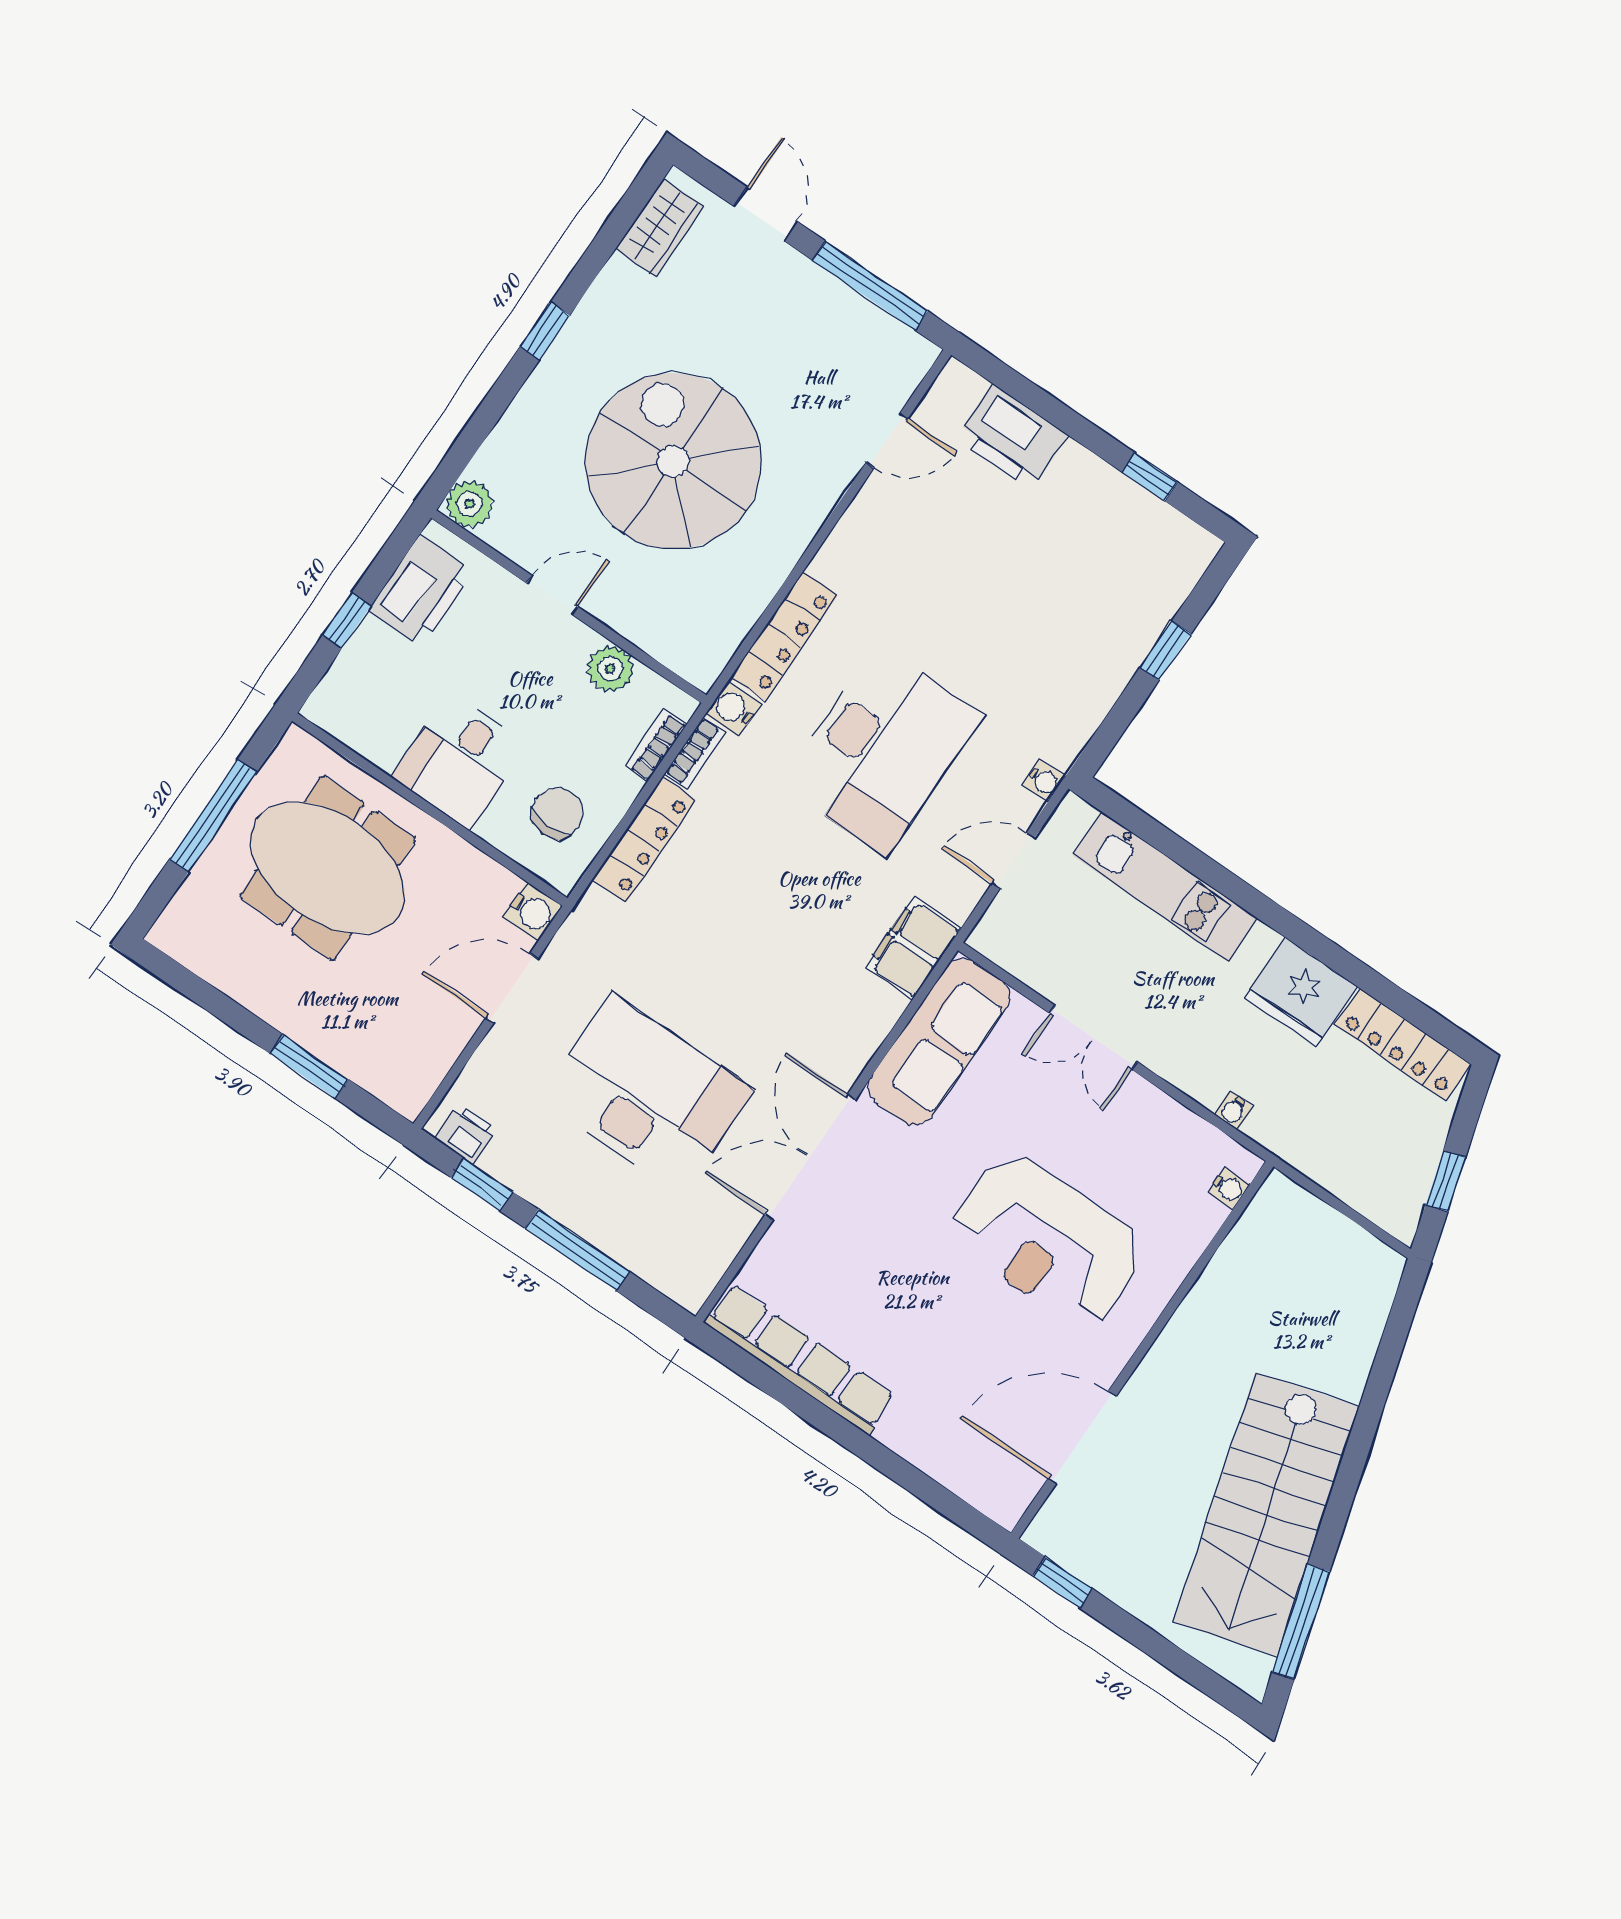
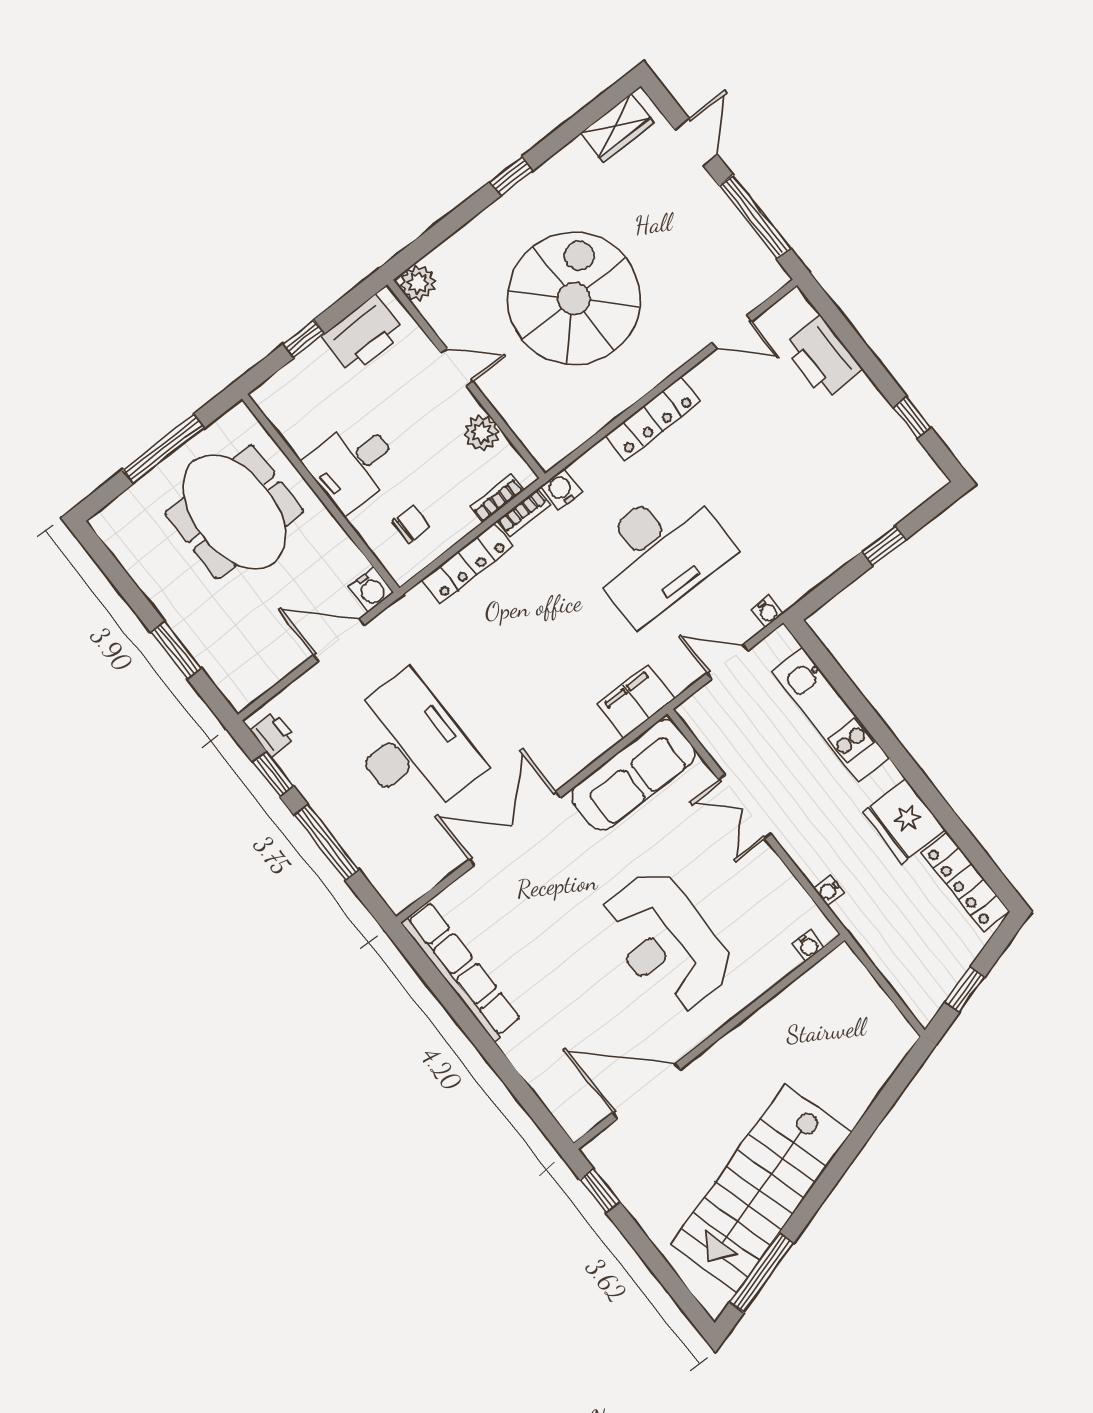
locker: (784, 636) -> (653, 419), moved
chair: (557, 813) -> (411, 524), width x0.73, depth x0.73

